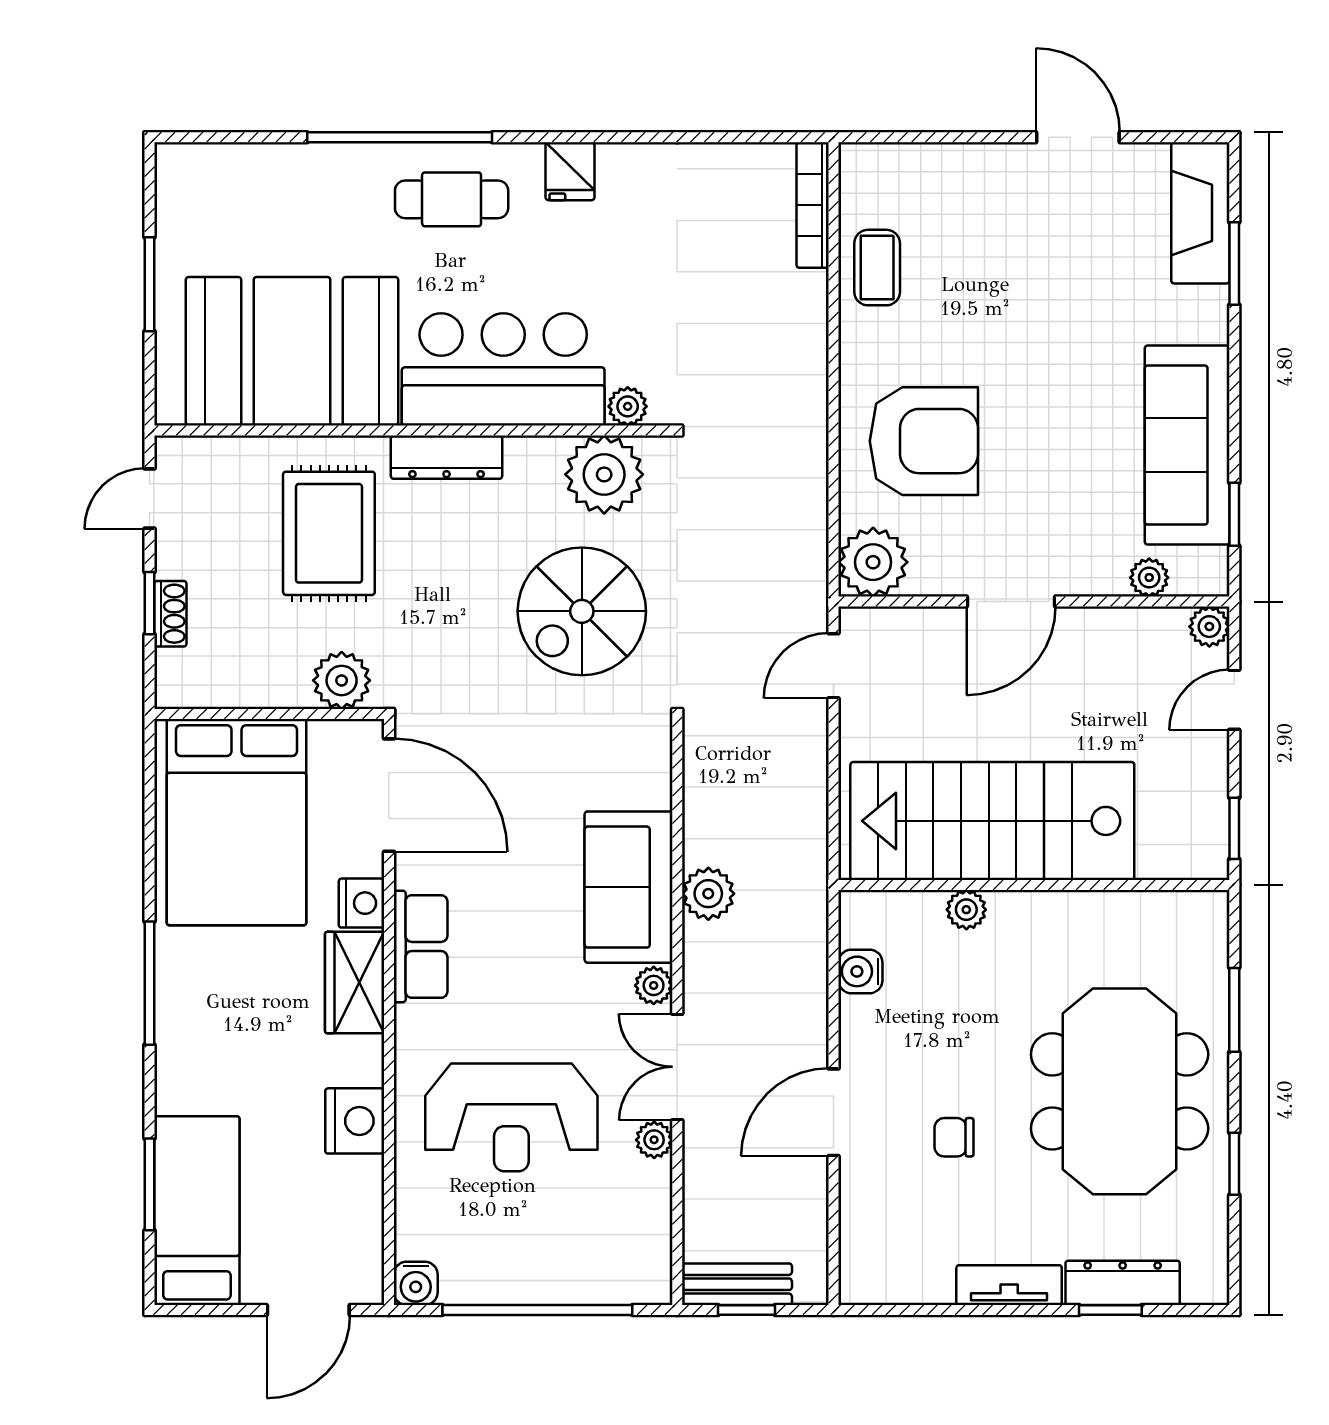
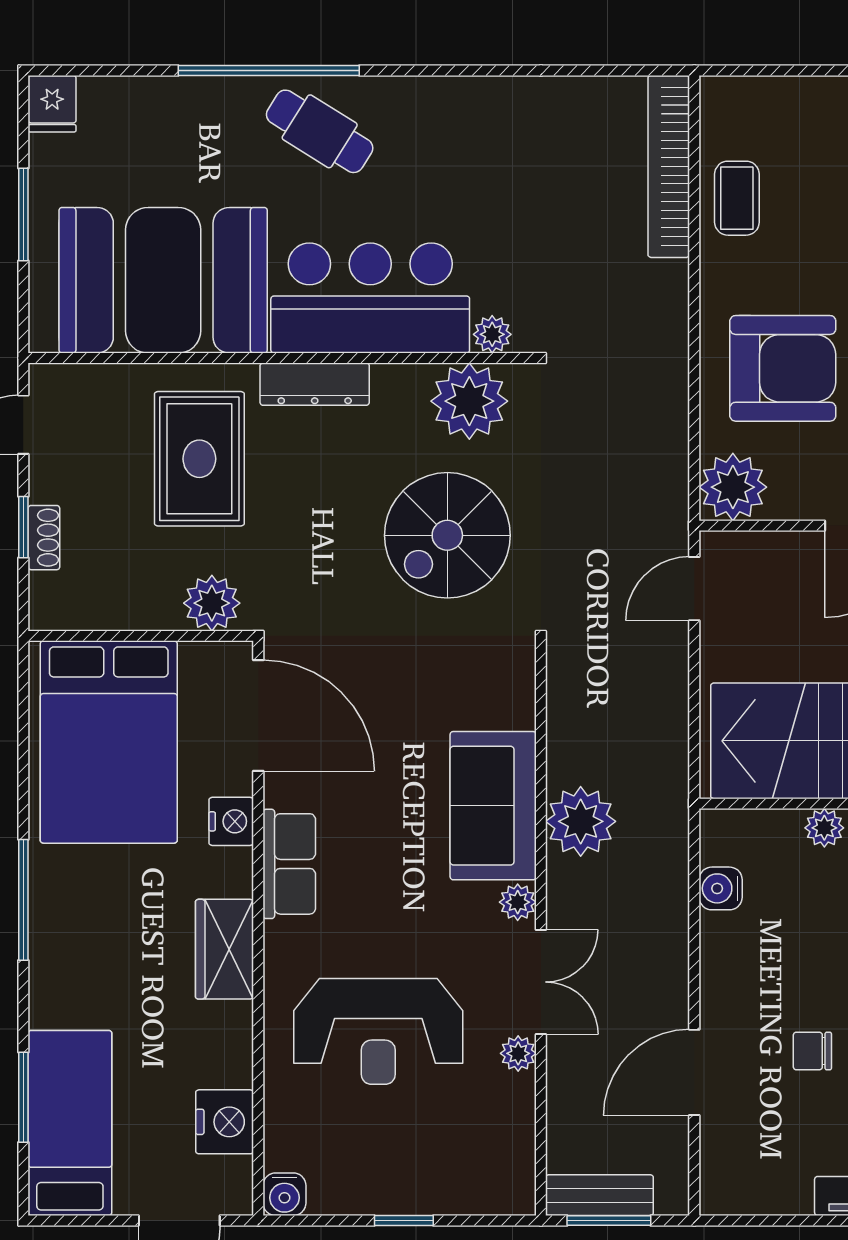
fridge: (570, 171) -> (52, 104), moved
cafe table: (452, 199) -> (320, 131), turned 32
bookcase: (813, 205) -> (669, 166), width x1.48, depth x1.31
plant: (708, 894) -> (581, 821), width x1.36, depth x1.36
wardrobe: (355, 983) -> (224, 949), moved
double door: (677, 1067) -> (541, 982), swing flipped
door: (834, 1112) -> (694, 1072), moved
nightstand: (355, 1121) -> (225, 1122), moved
window: (537, 1310) -> (404, 1220), width x0.32
window: (747, 1310) -> (609, 1220), width x1.50

